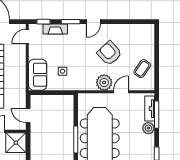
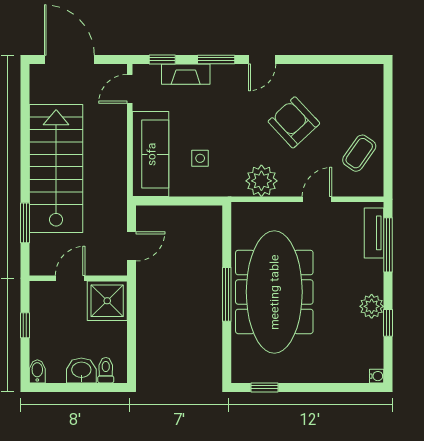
sofa: (38, 75) -> (151, 154), width x1.36
plant: (104, 82) -> (261, 181), moved
door: (28, 115) -> (132, 246), swing flipped
plant: (148, 128) -> (372, 306), moved

